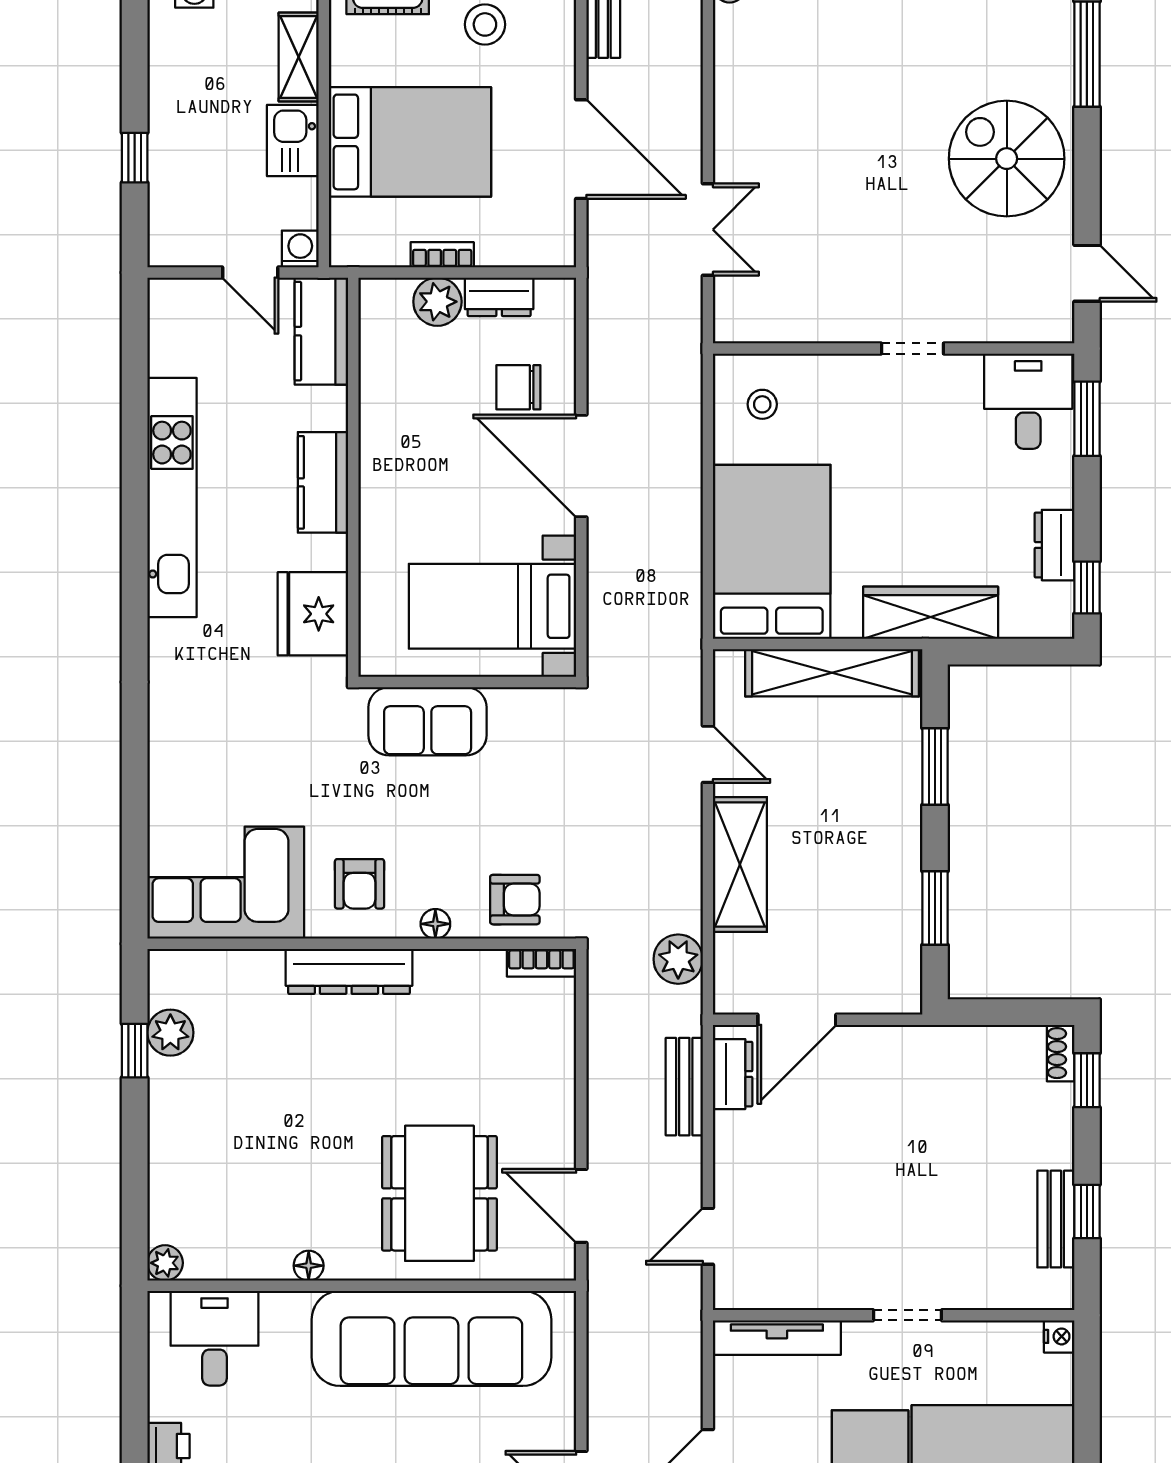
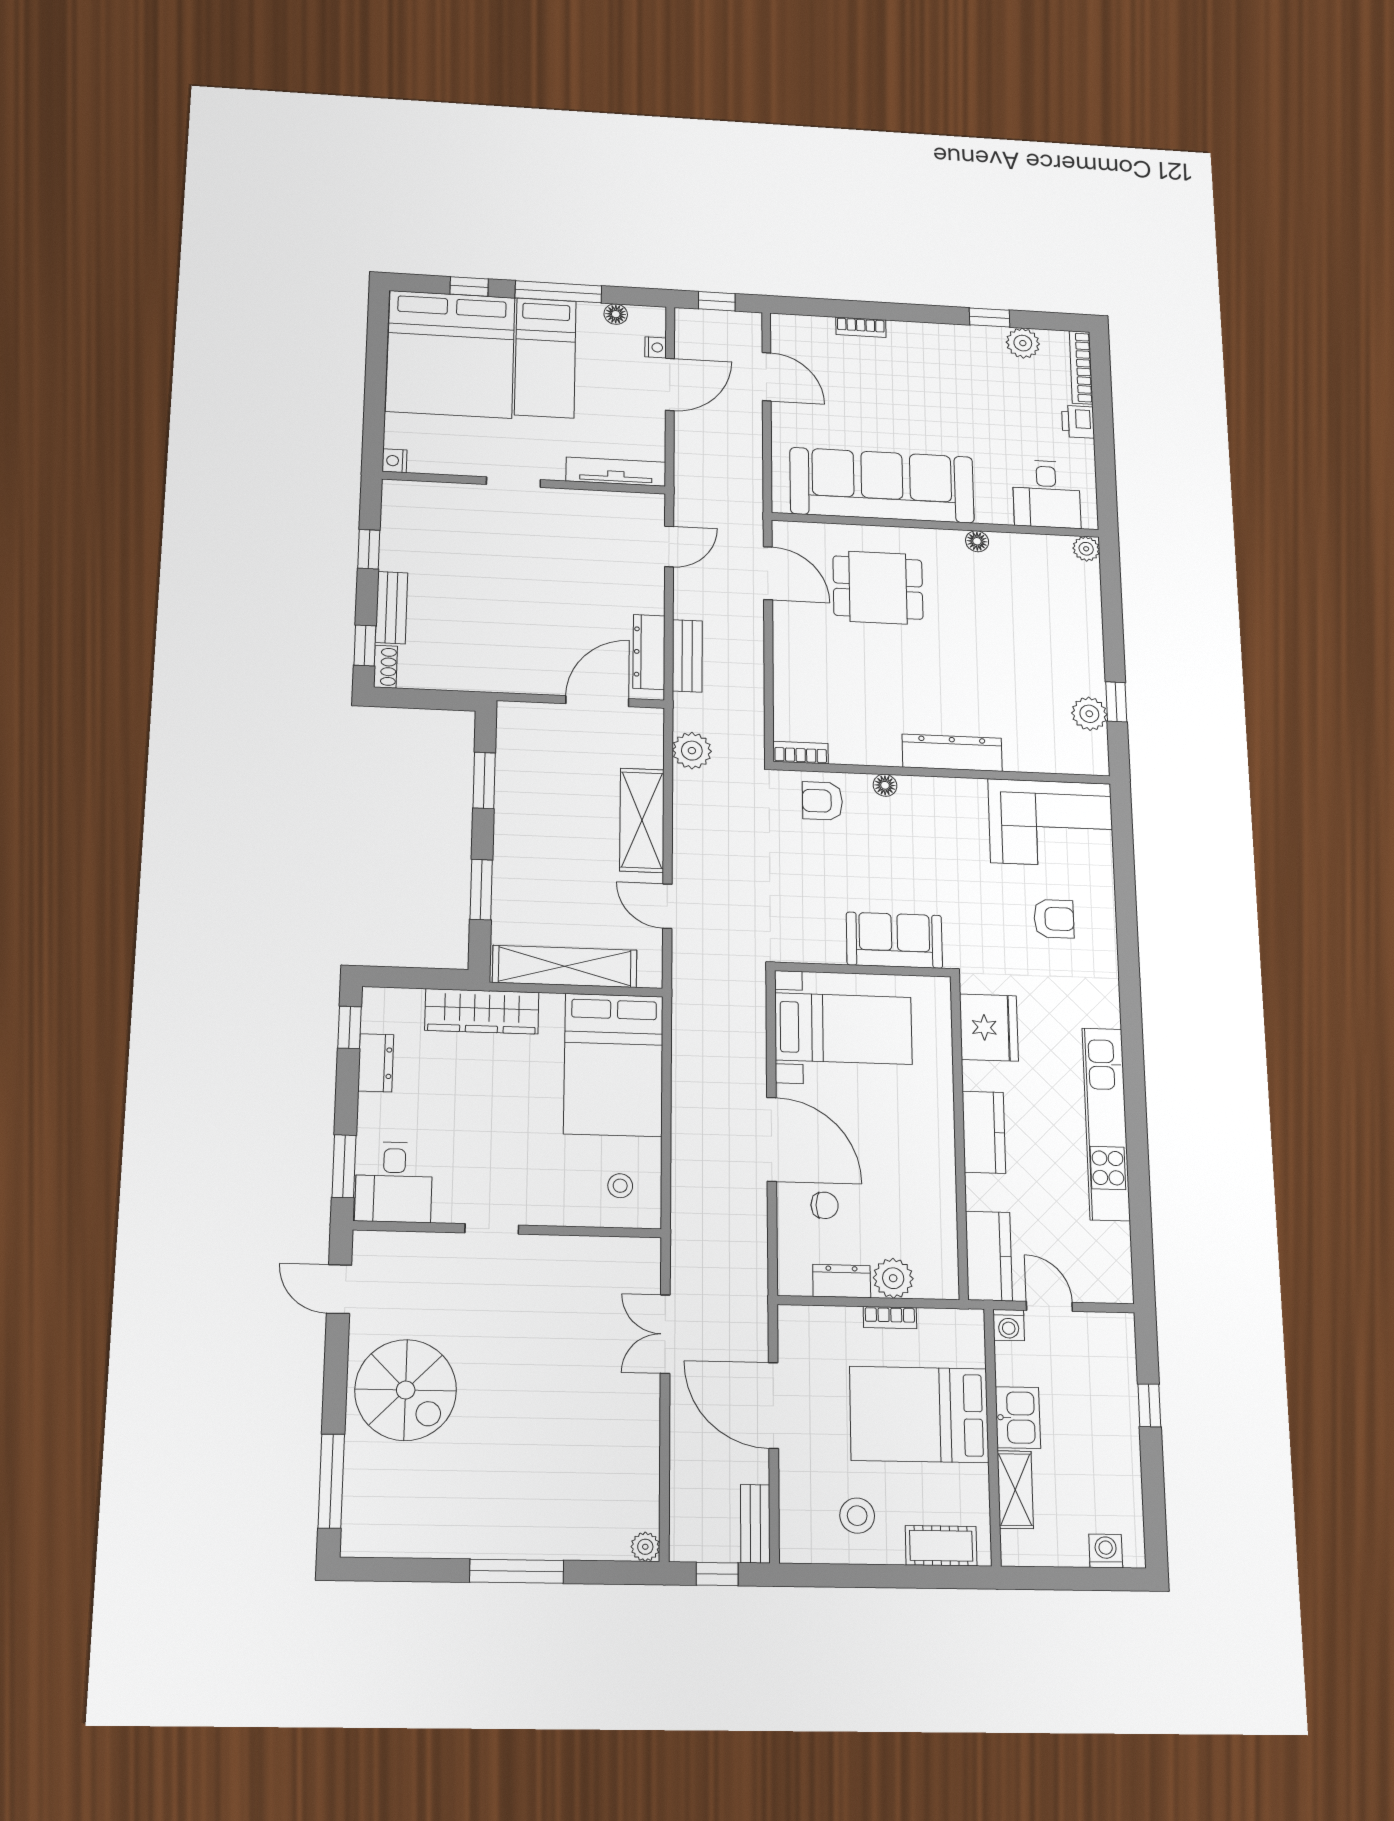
chair: (518, 387) -> (825, 1205), width x0.73, depth x0.73
armchair: (360, 884) -> (1054, 919), moved, turned 90
dresser: (733, 1074) -> (649, 652), width x1.44
dining table: (439, 1193) -> (878, 588), width x0.73
bench: (1056, 1219) -> (392, 608), moved

